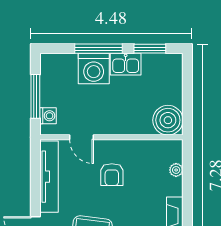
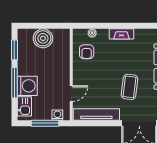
kitchen sink: (126, 64) -> (24, 106), moved
boiler: (168, 120) -> (43, 38), moved
armchair: (112, 175) -> (87, 52), moved, turned 90

